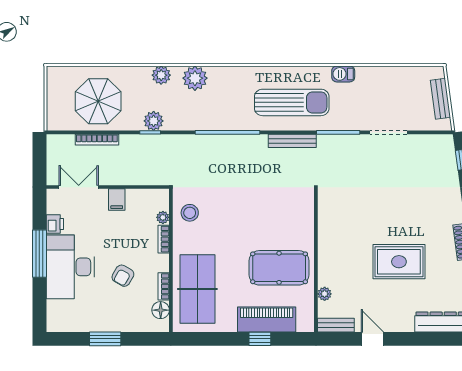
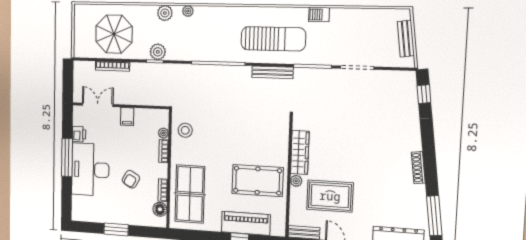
plant: (195, 78) -> (188, 11), width x0.53, depth x0.53
wardrobe: (327, 232) -> (300, 152), added
rug: (399, 262) -> (330, 196), moved
plant: (325, 294) -> (296, 181), moved

